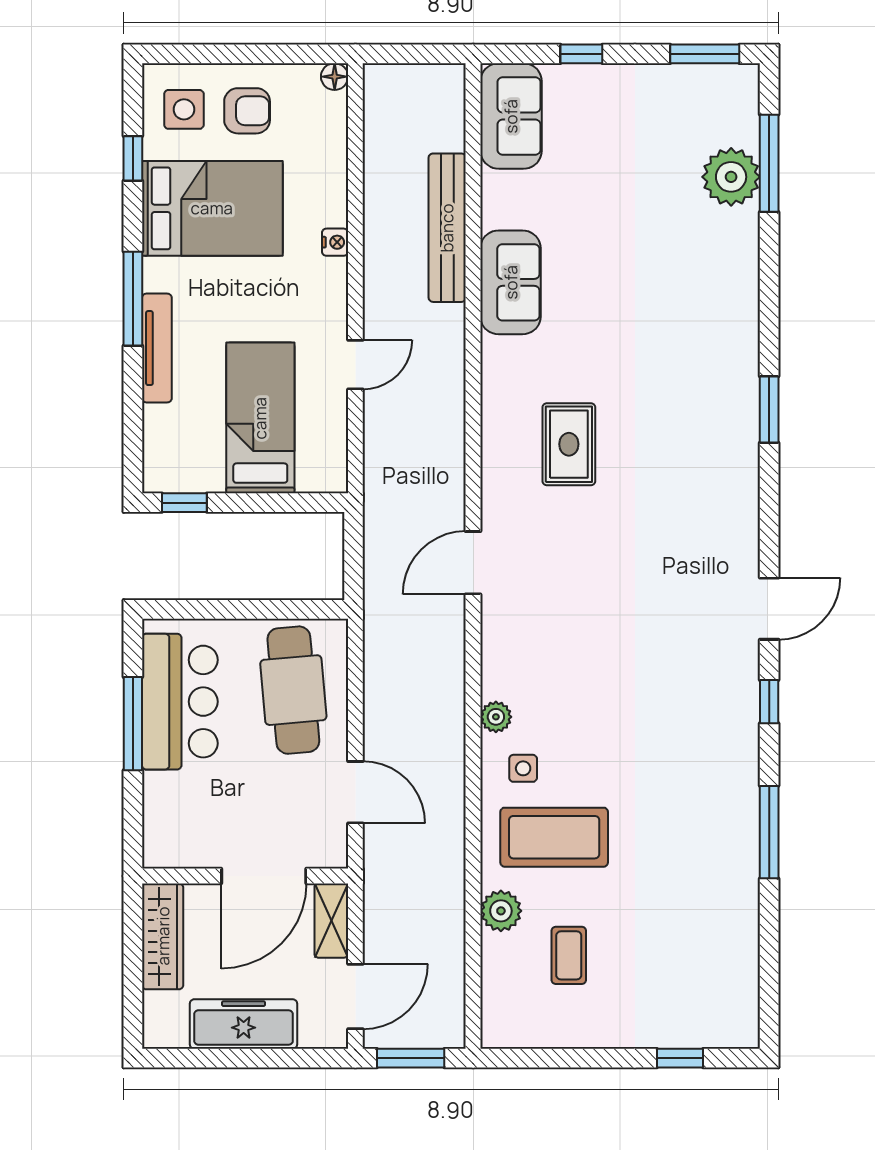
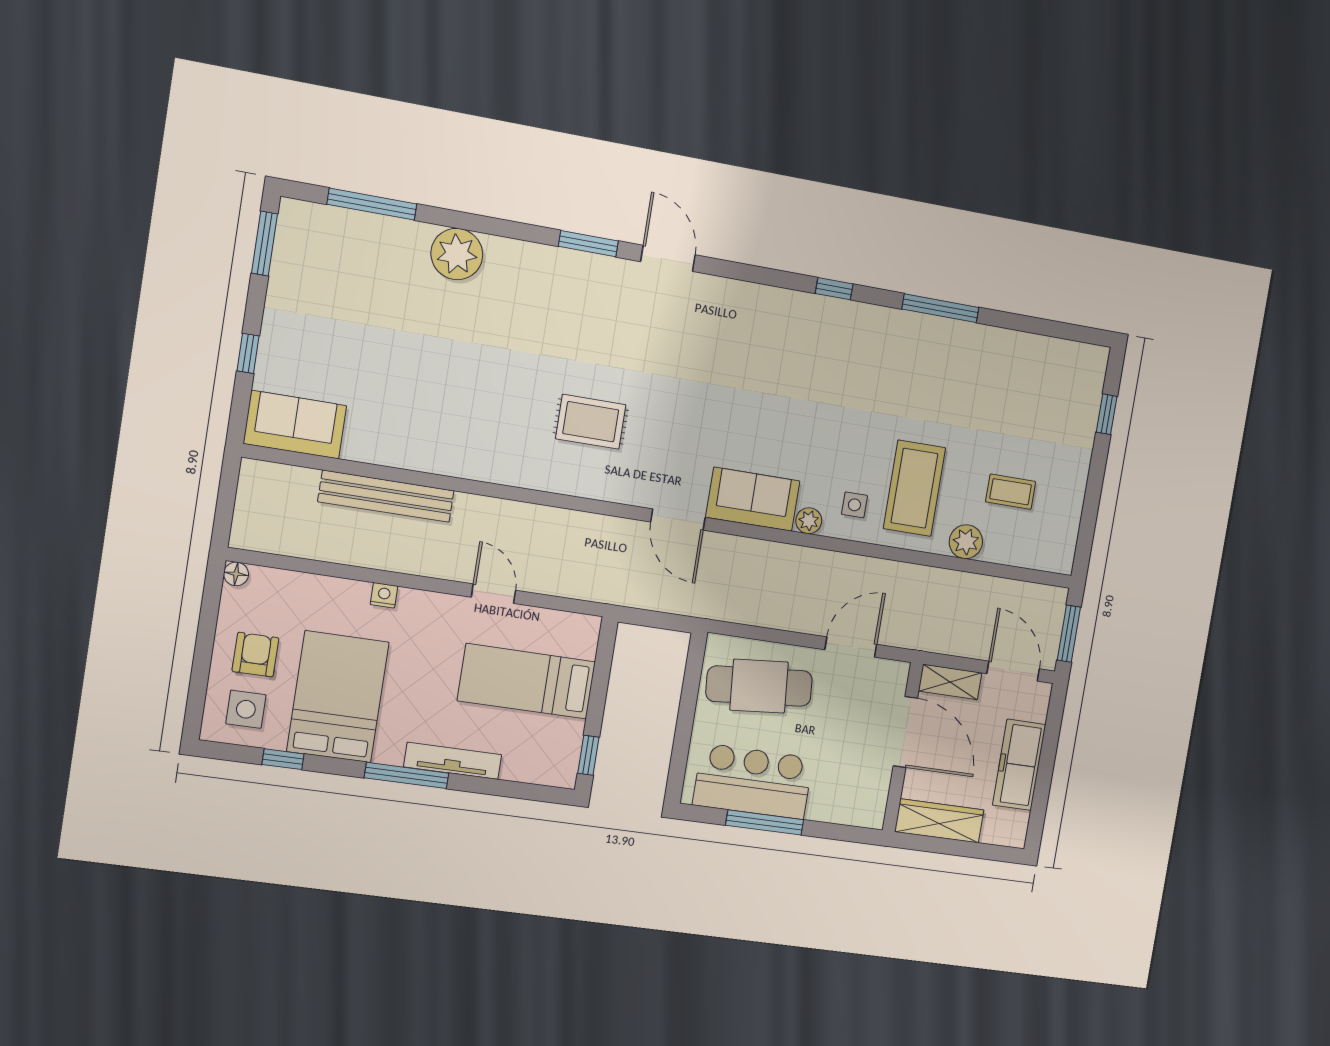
plant: (731, 177) -> (457, 254), moved
sofa: (511, 282) -> (753, 499), moved
door: (769, 609) -> (668, 258), moved

